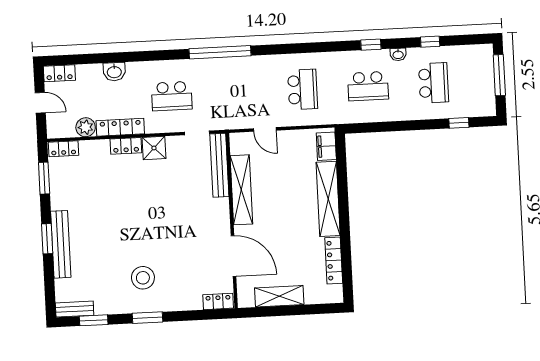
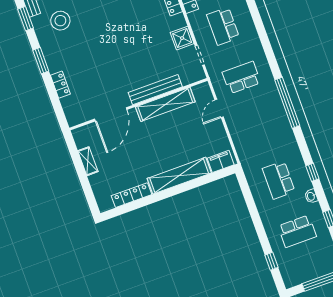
window: (220, 52) -> (287, 103), moved
school desk: (303, 89) -> (242, 77), moved, turned 180
shower: (154, 148) -> (182, 38), moved
bench: (219, 165) -> (155, 90), moved
stool: (143, 278) -> (60, 21), moved
shelving: (279, 296) -> (88, 161), width x0.67, depth x0.75
locker: (218, 301) -> (60, 85), moved

